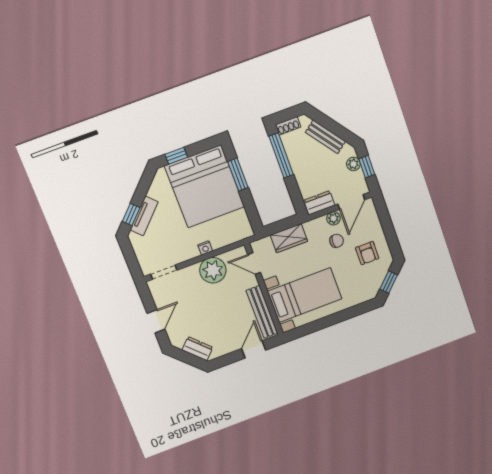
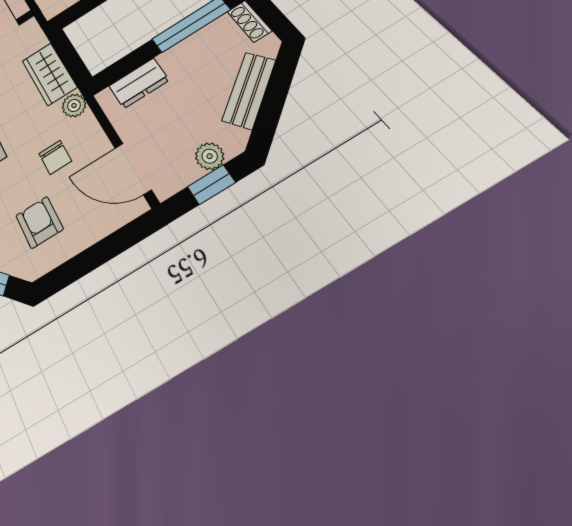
dresser: (319, 203) -> (139, 83), moved, turned 90
plant: (333, 218) -> (74, 105), moved
armchair: (367, 253) -> (39, 222), turned 90

